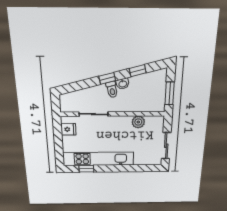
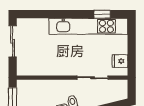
plant: (138, 122) -> (45, 69), removed

